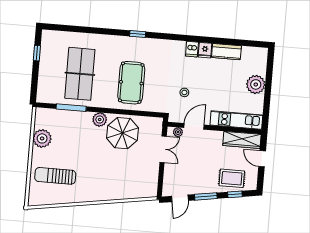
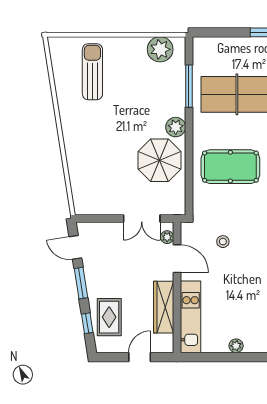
plant: (256, 84) -> (236, 346), width x0.53, depth x0.53
plant: (42, 138) -> (160, 49), moved
wardrobe: (242, 140) -> (164, 307), moved

